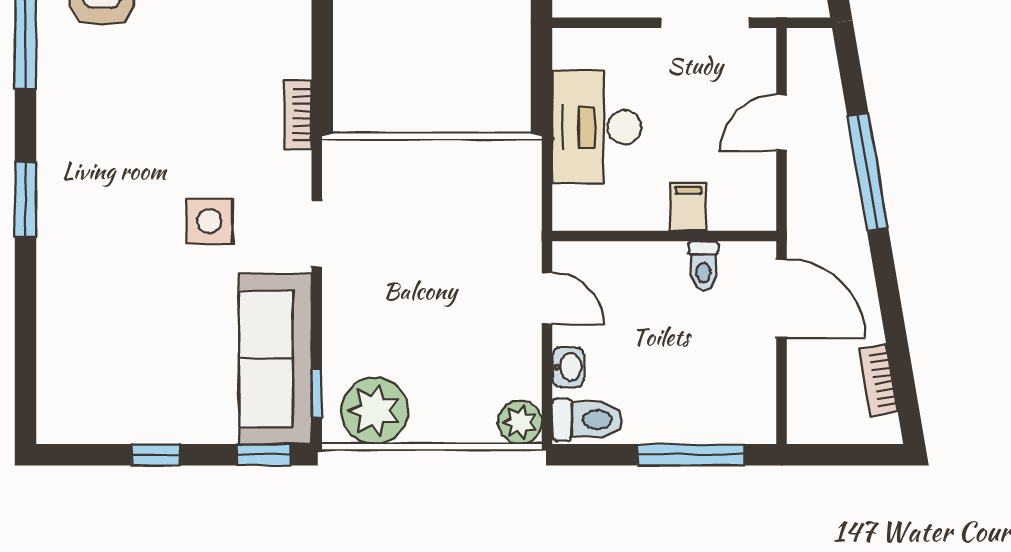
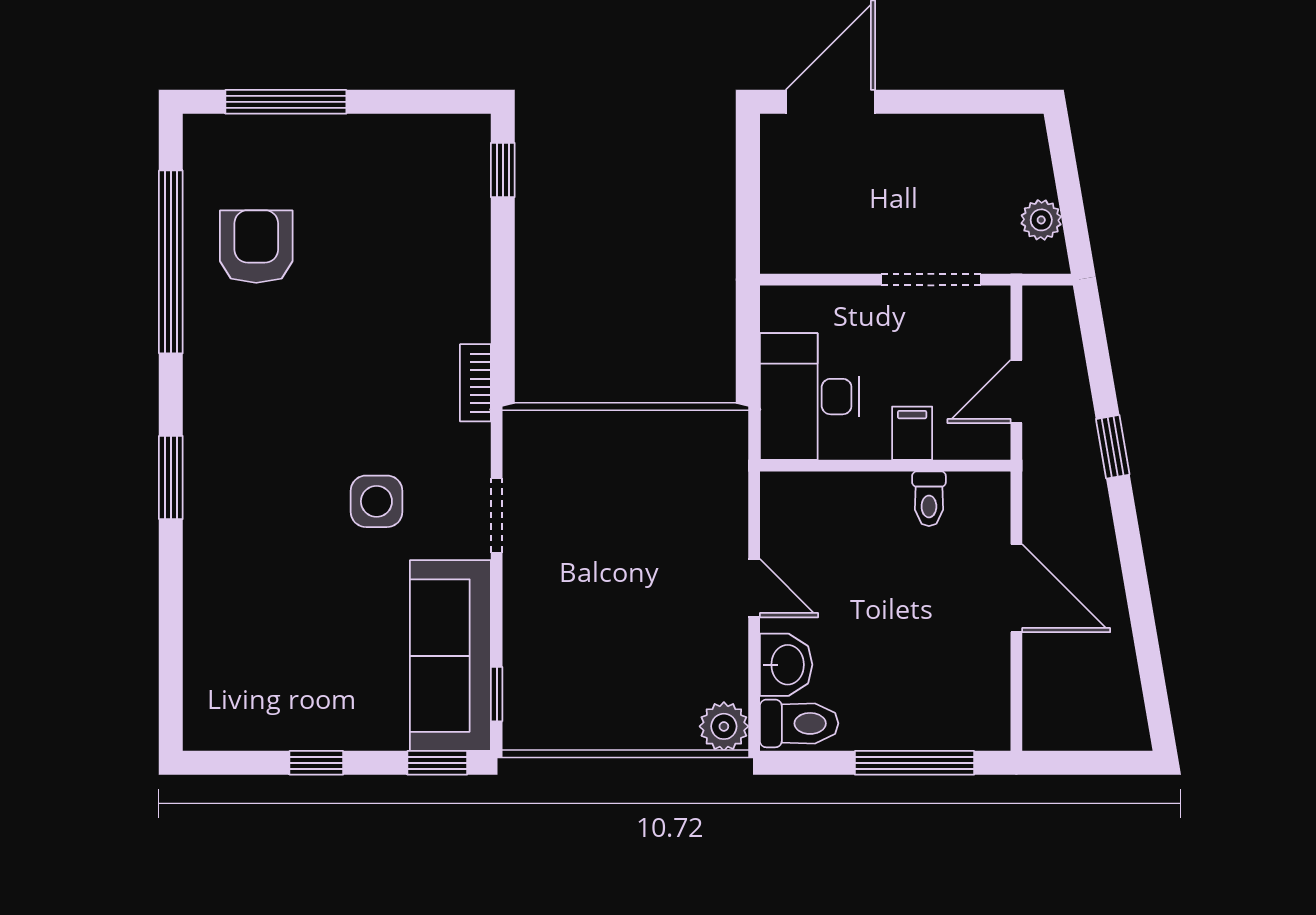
window: (868, 172) -> (1113, 447), width x0.46
filing cabinet: (688, 207) -> (912, 433), moved
wall: (664, 236) -> (885, 466), moved
toilet: (703, 266) -> (929, 499), moved
washbasin: (568, 367) -> (786, 665), width x1.38, depth x1.45
bookcase: (879, 380) -> (1125, 679), removed
plant: (375, 411) -> (561, 714), removed

